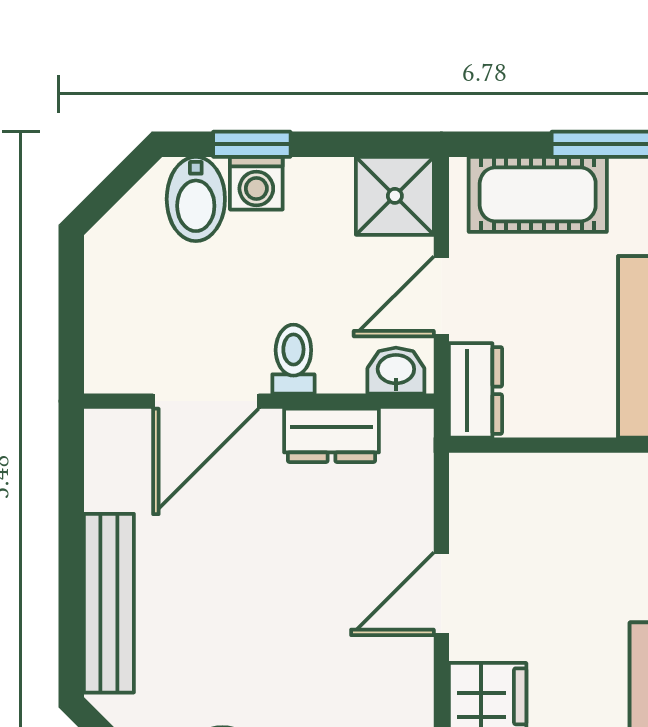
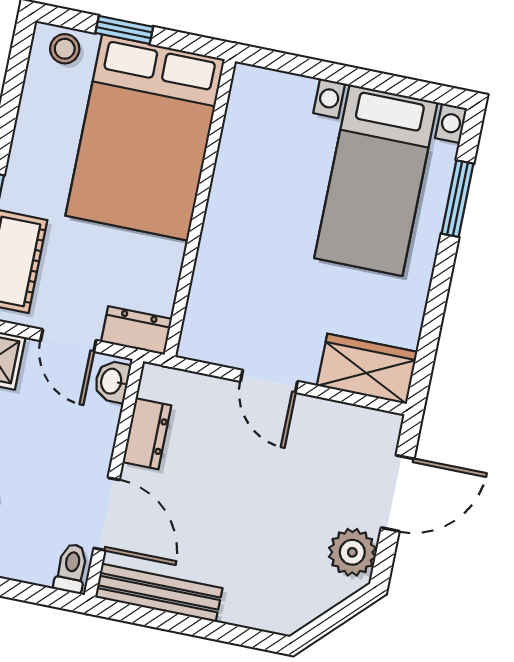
toilet: (293, 359) -> (71, 568), moved, turned 90
bench: (109, 603) -> (159, 593), moved

